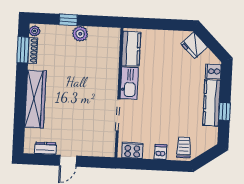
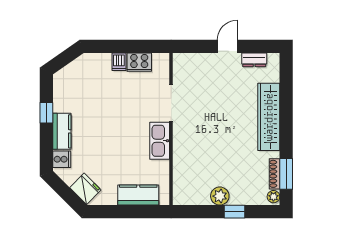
kitchen counter: (131, 49) -> (138, 195), moved, turned 90
kitchen counter: (212, 103) -> (62, 131), width x0.67
trolley: (184, 147) -> (92, 68), removed
cooker: (132, 150) -> (139, 62), moved

